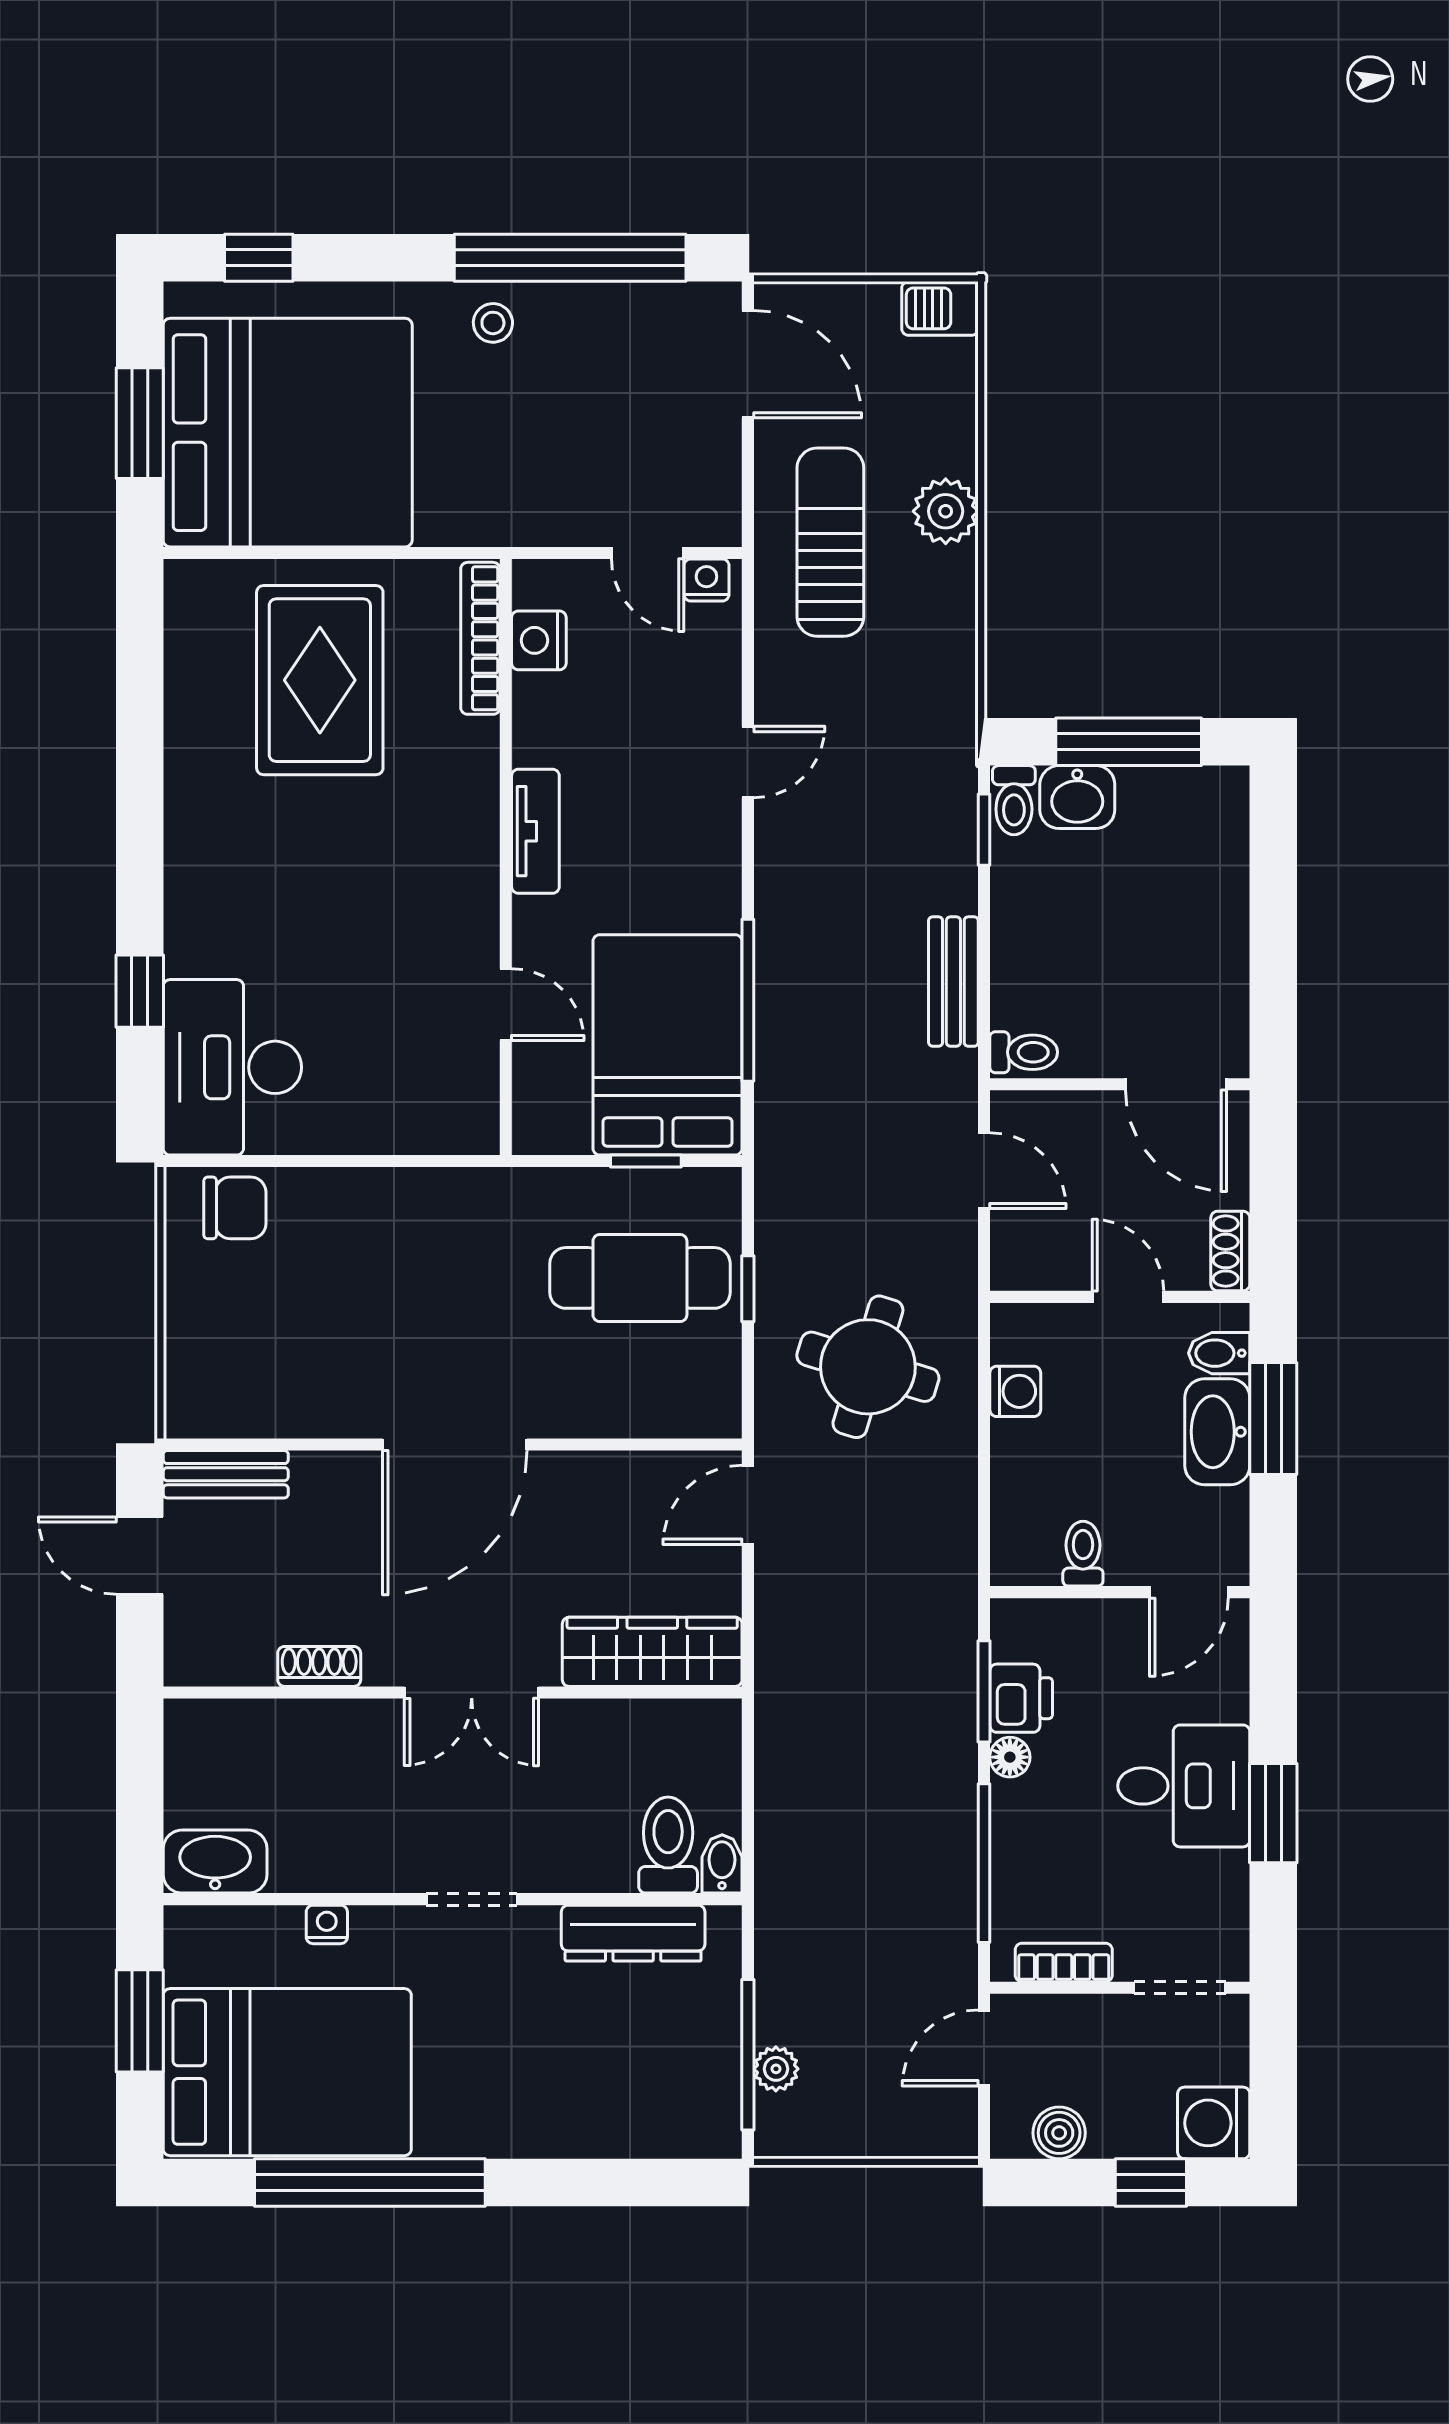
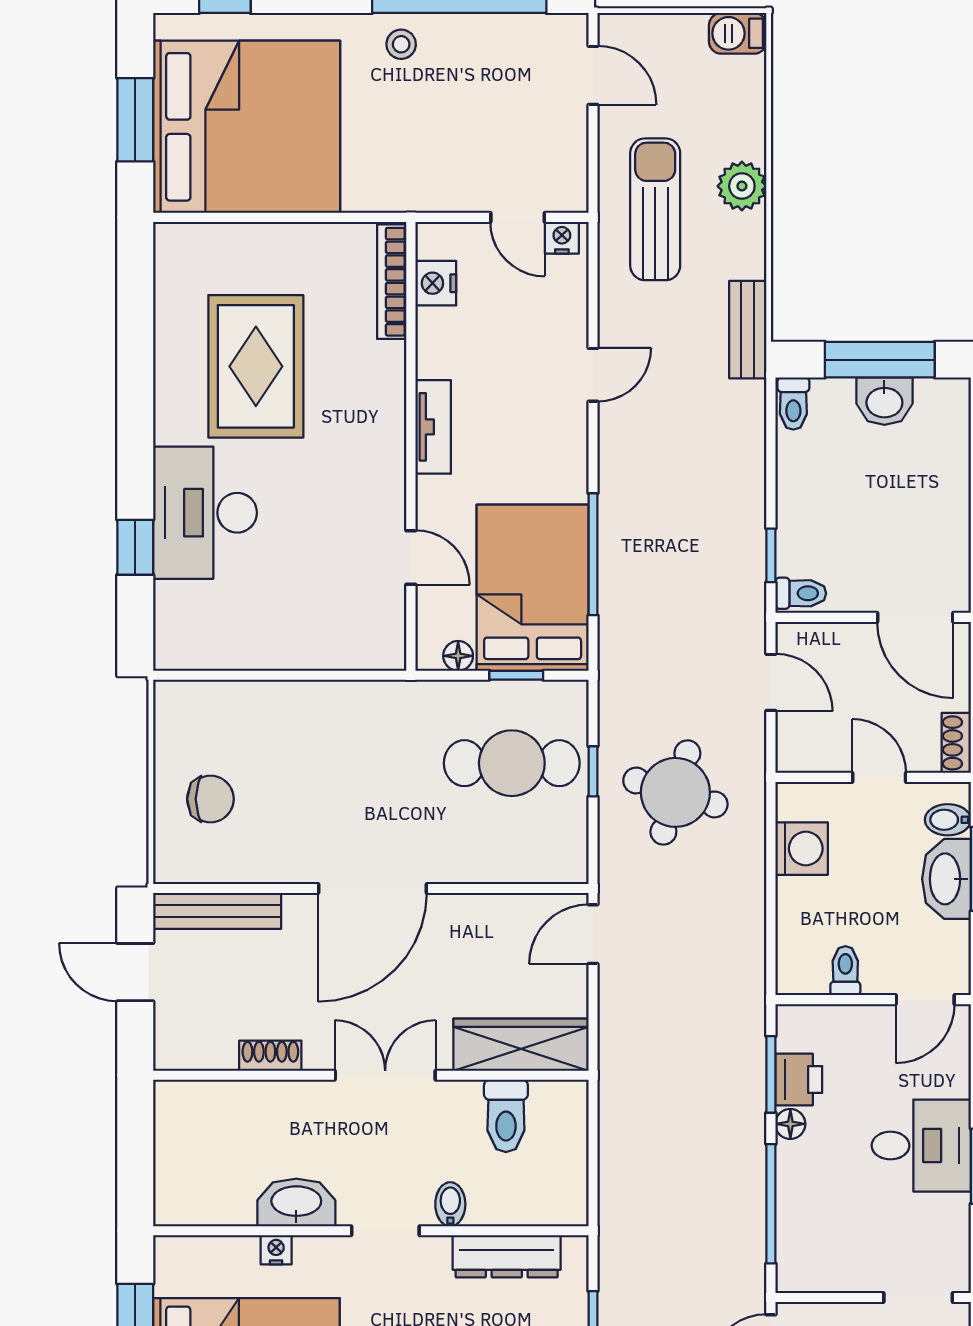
door: (748, 364) -> (593, 75), width x0.73
rug: (320, 680) -> (256, 366), moved
washbasin: (1077, 797) -> (884, 401), moved
window: (984, 830) -> (771, 555), moved
bench: (953, 982) -> (748, 330), moved
desk: (232, 1067) -> (205, 513), moved
floor lamp: (569, 1135) -> (458, 656), added
chair: (235, 1208) -> (210, 799), moved
round table: (868, 1367) -> (675, 792), moved
washing machine: (1015, 1391) -> (802, 849), width x1.38, depth x1.38
bench: (226, 1474) -> (217, 911), width x1.36
double door: (472, 1692) -> (385, 1075), swing flipped
toilet: (668, 1845) -> (506, 1116), moved, turned 180
washbasin: (215, 1862) -> (296, 1203), moved
bidet: (722, 1864) -> (450, 1204), moved
bookcase: (1064, 1962) -> (831, 1278), removed

